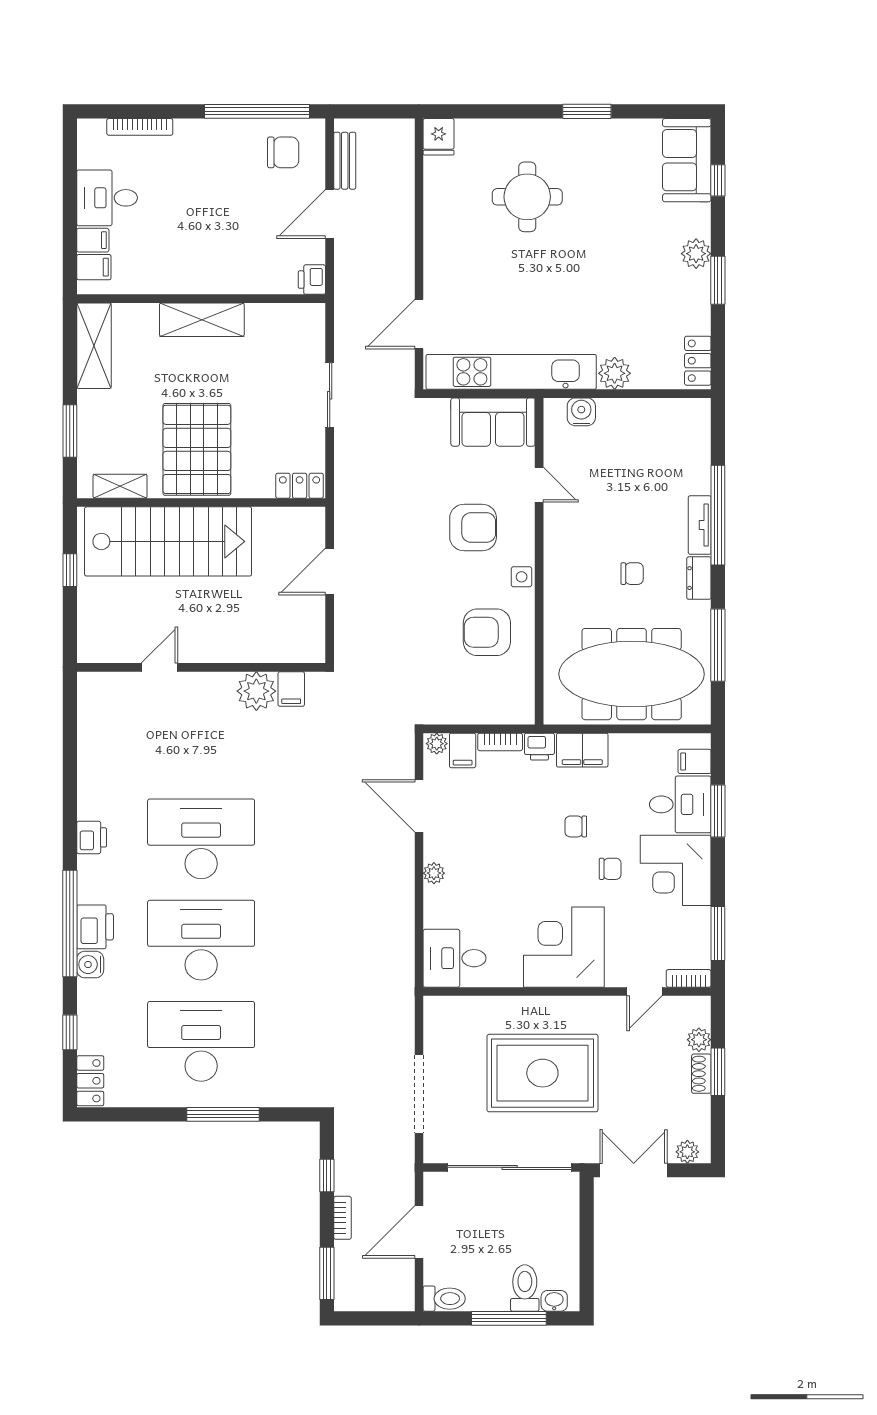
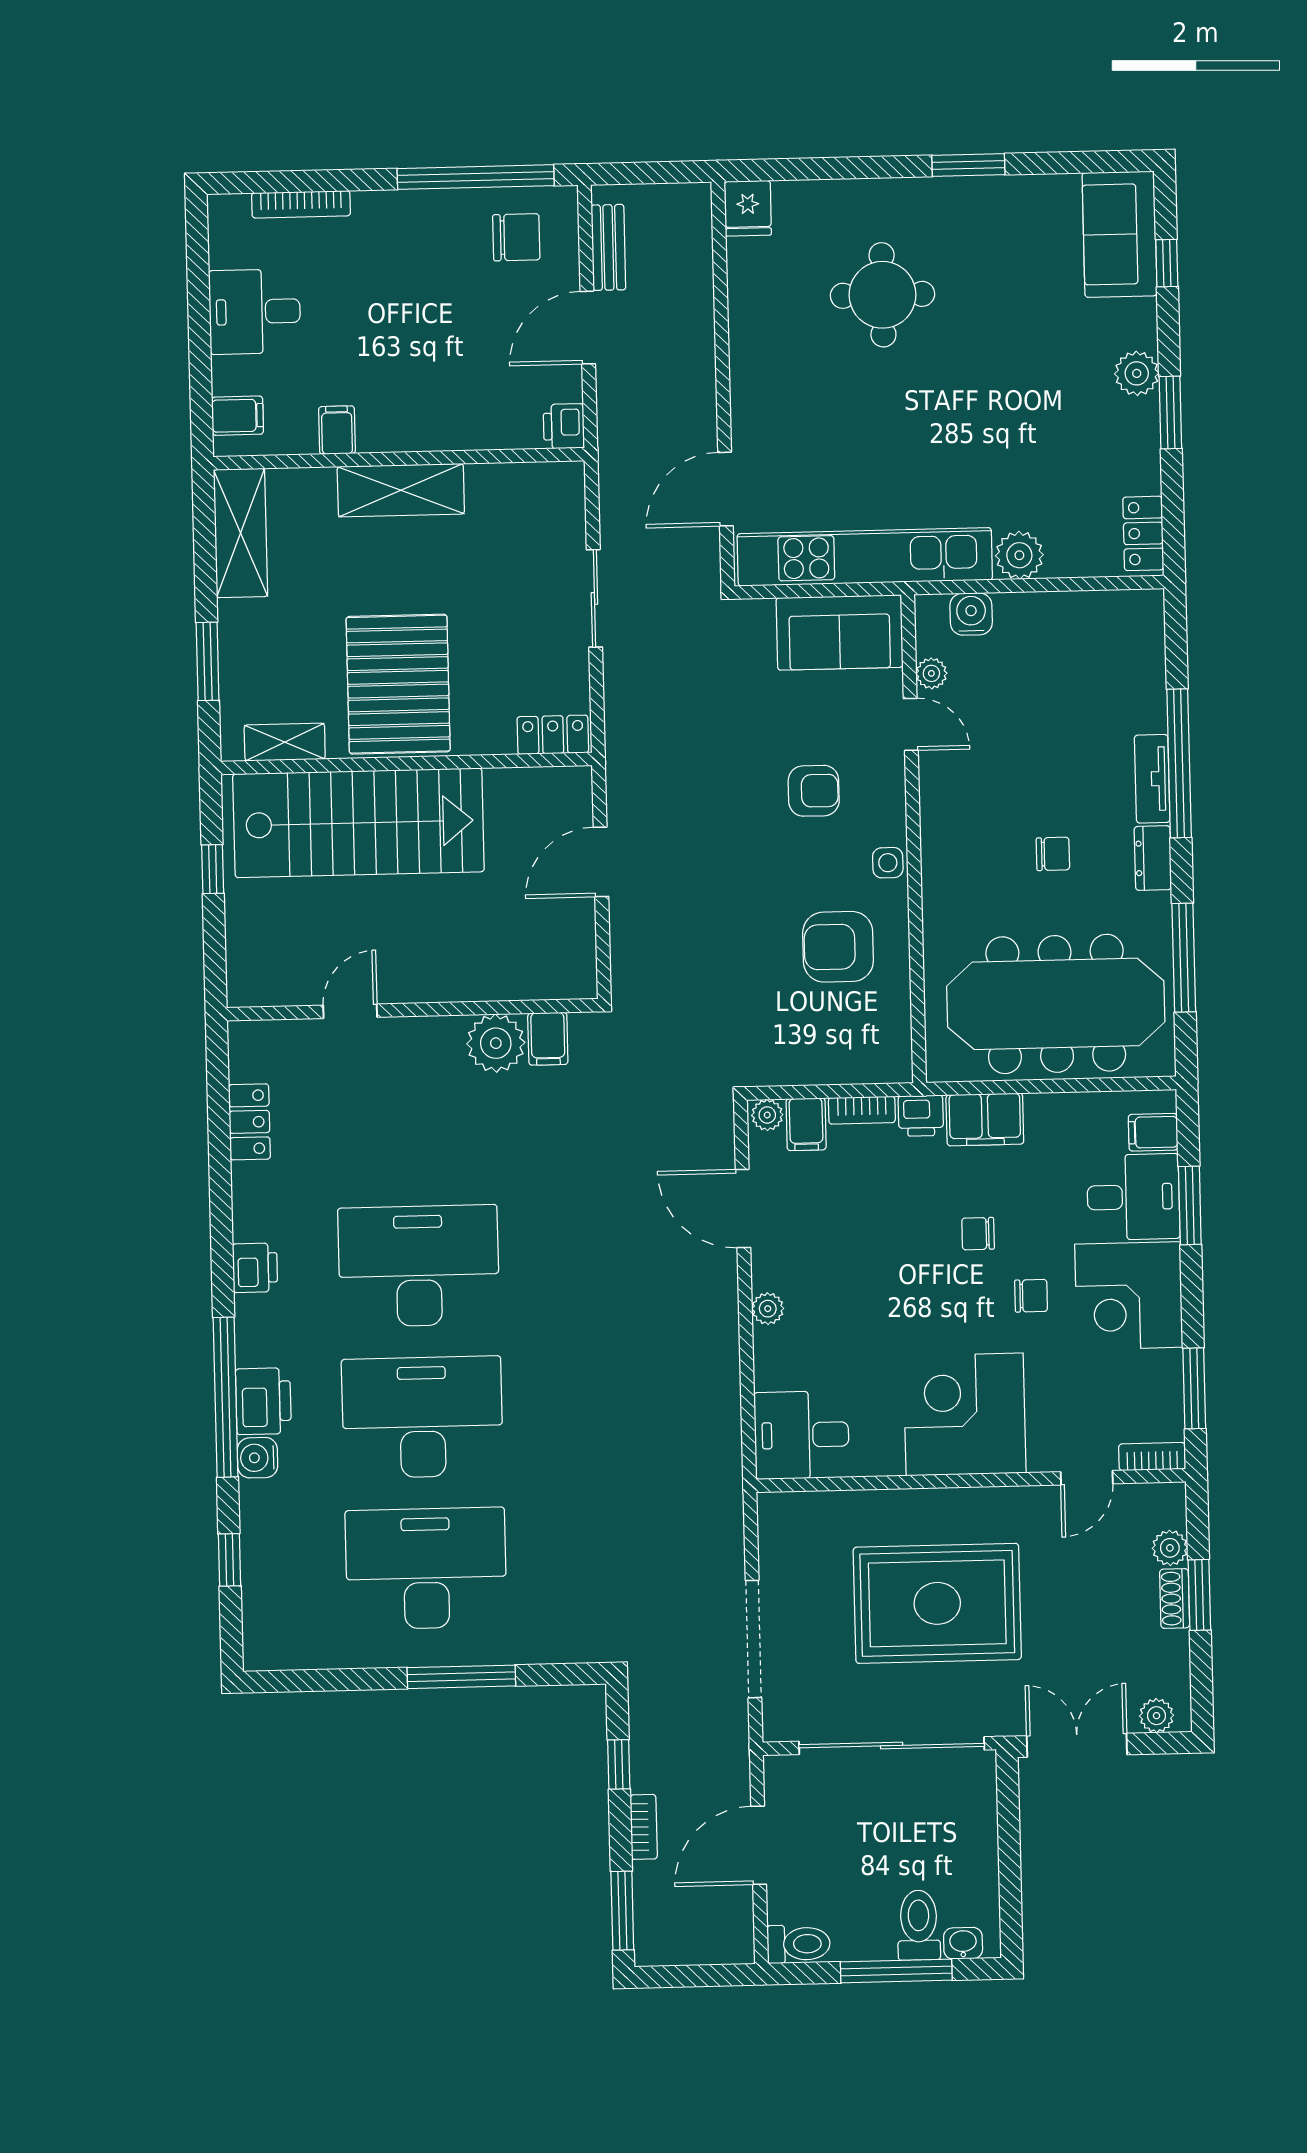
filing cabinet: (93, 240) -> (337, 430), moved, turned -90
plant: (554, 451) -> (931, 673), added
armchair: (473, 527) -> (814, 791), width x0.72, depth x0.72
locker: (90, 1081) -> (249, 1122), moved

